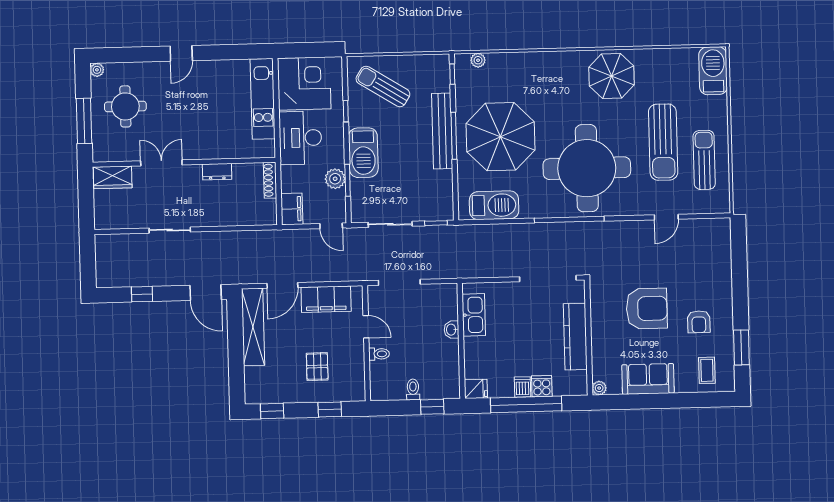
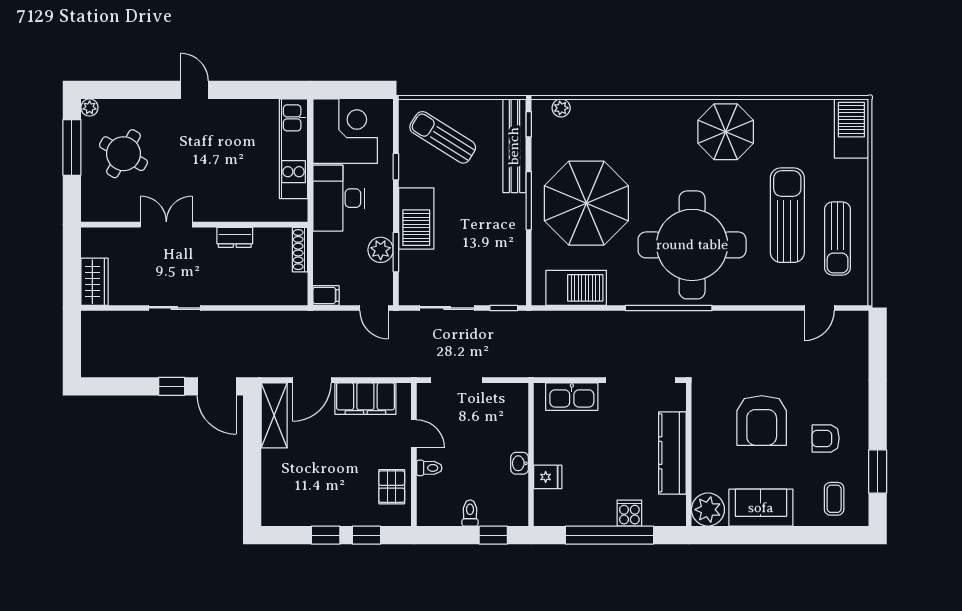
door: (181, 53) -> (194, 90), swing flipped
round table: (125, 106) -> (123, 154), turned 30
window: (84, 121) -> (72, 147), moved
bench: (442, 131) -> (514, 146), moved
sun lounger: (663, 142) -> (787, 215), turned 180
sun lounger: (704, 160) -> (838, 239), turned 180
wardrobe: (113, 177) -> (95, 282), moved, turned -90
filing cabinet: (292, 209) -> (326, 295), width x0.50
door: (666, 217) -> (819, 308), moved
window: (142, 294) -> (172, 386), moved
armchair: (647, 309) -> (762, 420), turned 90
kitchen sink: (474, 315) -> (572, 397), moved, turned 90
armchair: (699, 322) -> (826, 438), turned 90
shelving: (253, 327) -> (274, 415), width x0.68
washbasin: (451, 330) -> (520, 463), moved
pallet: (317, 367) -> (392, 487), moved
dishwasher: (523, 387) -> (606, 513), removed
plant: (599, 388) -> (708, 510), width x1.88, depth x1.88
fridge: (476, 389) -> (548, 477), moved
window: (272, 411) -> (326, 535), moved

